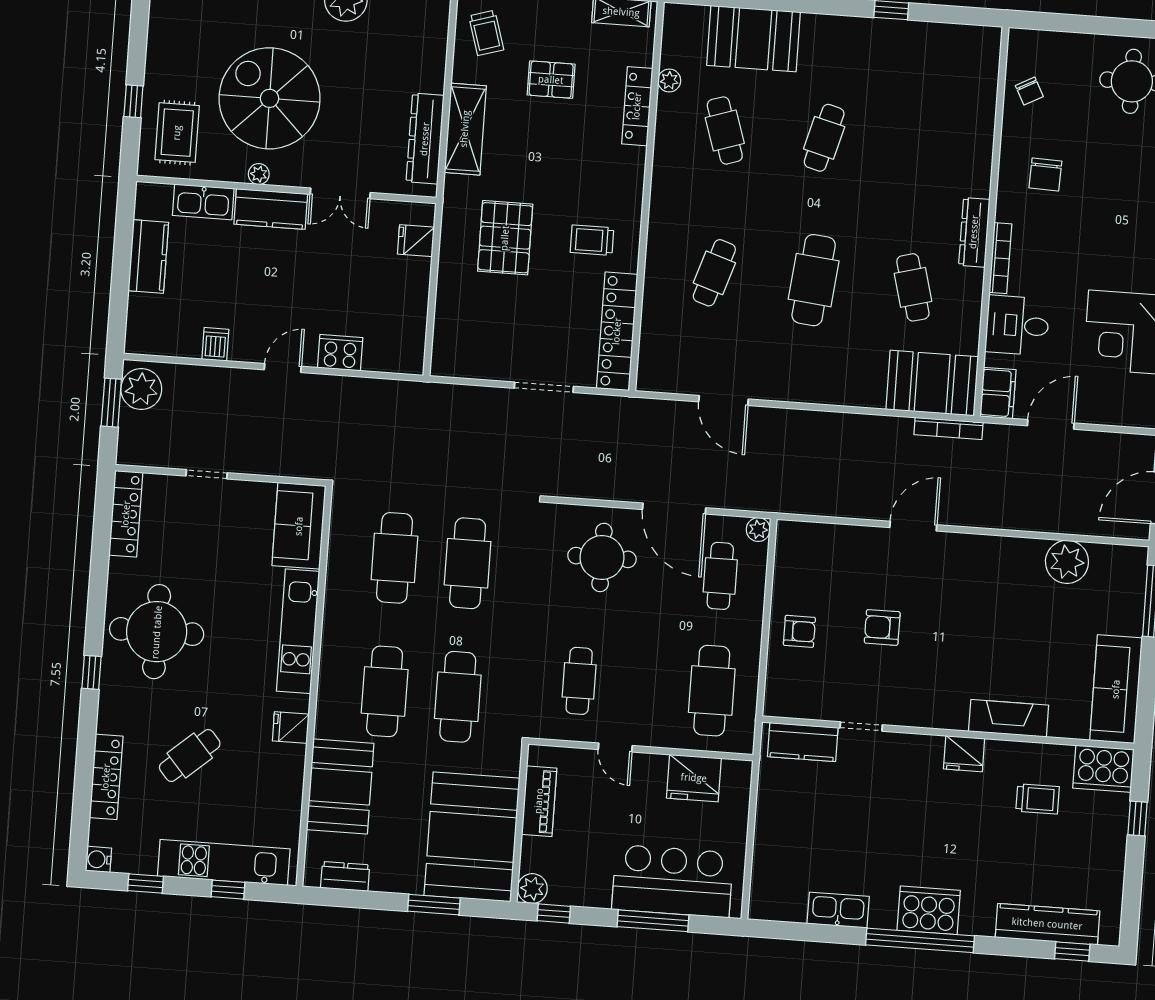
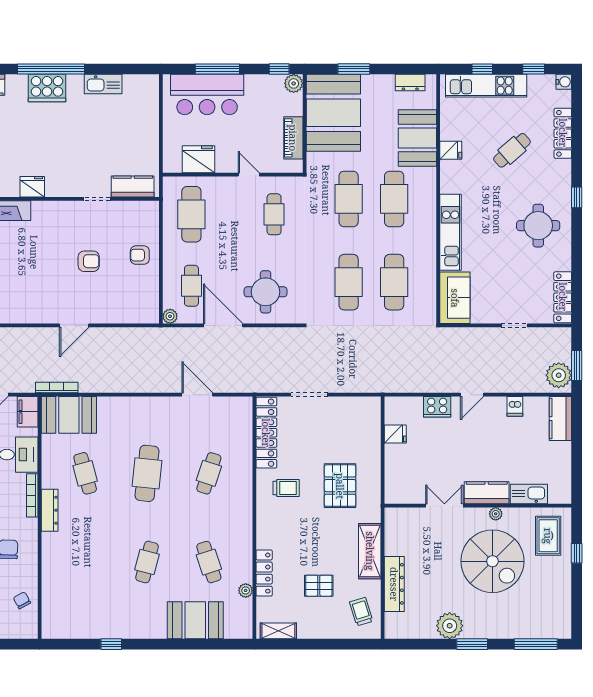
dresser: (425, 139) -> (394, 584), moved
fridge: (416, 241) -> (395, 434), moved
kitchen counter: (148, 256) -> (560, 419), moved
round table: (157, 632) -> (538, 226), width x0.73, depth x0.73
fridge: (291, 728) -> (451, 150), moved

